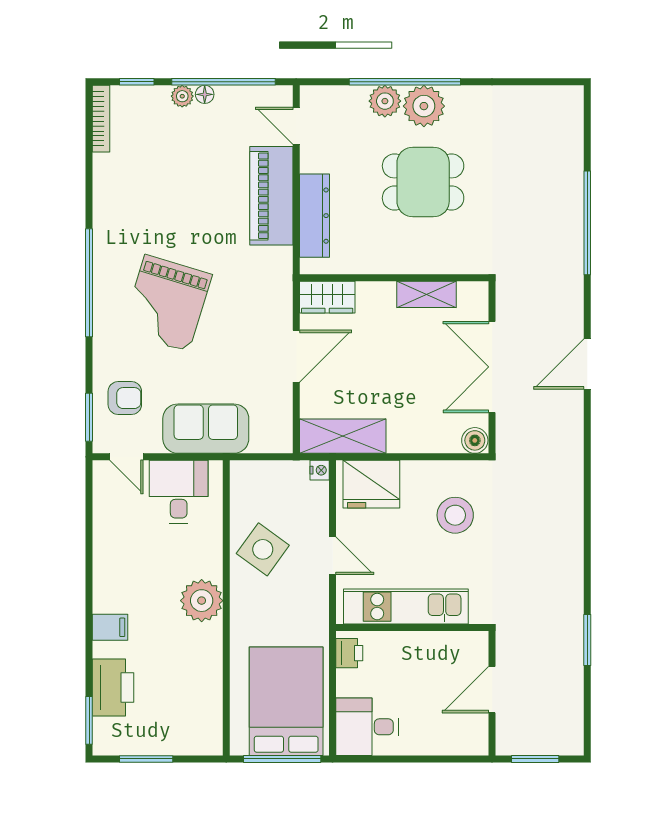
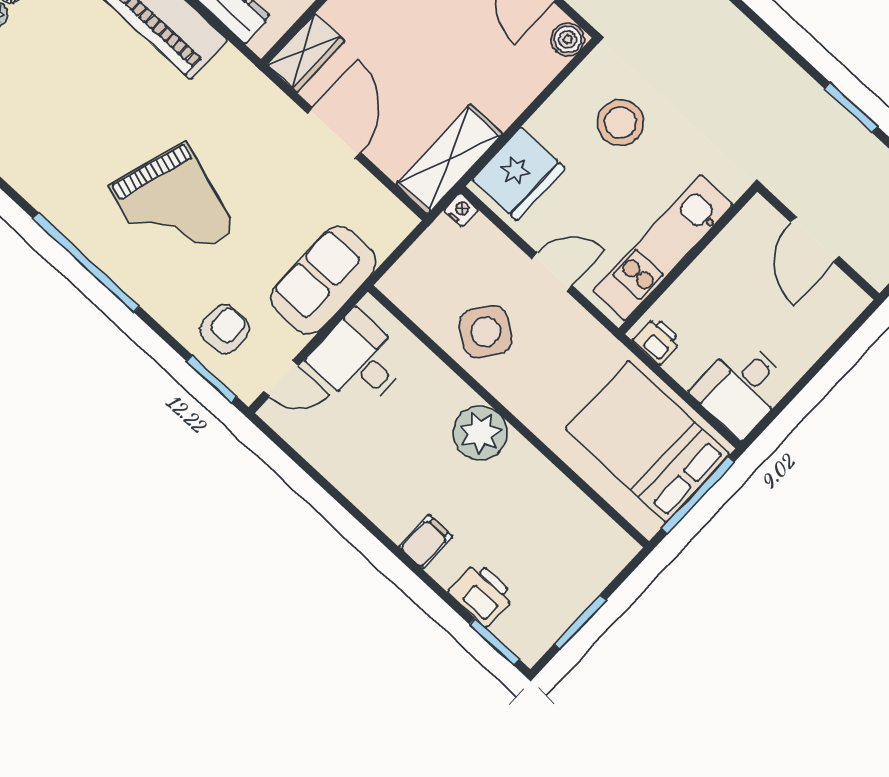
printer: (113, 687) -> (482, 594), width x0.73, depth x0.84

